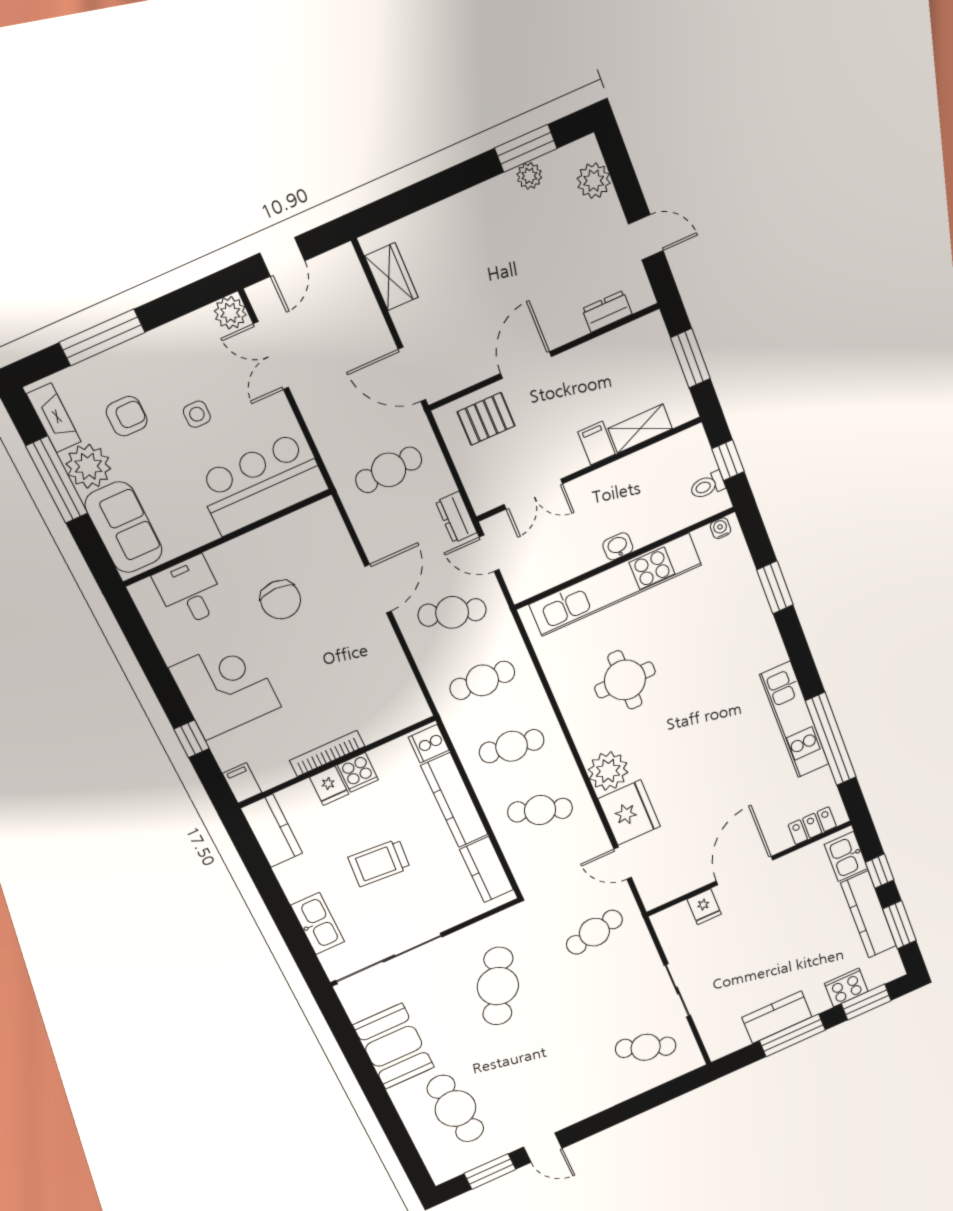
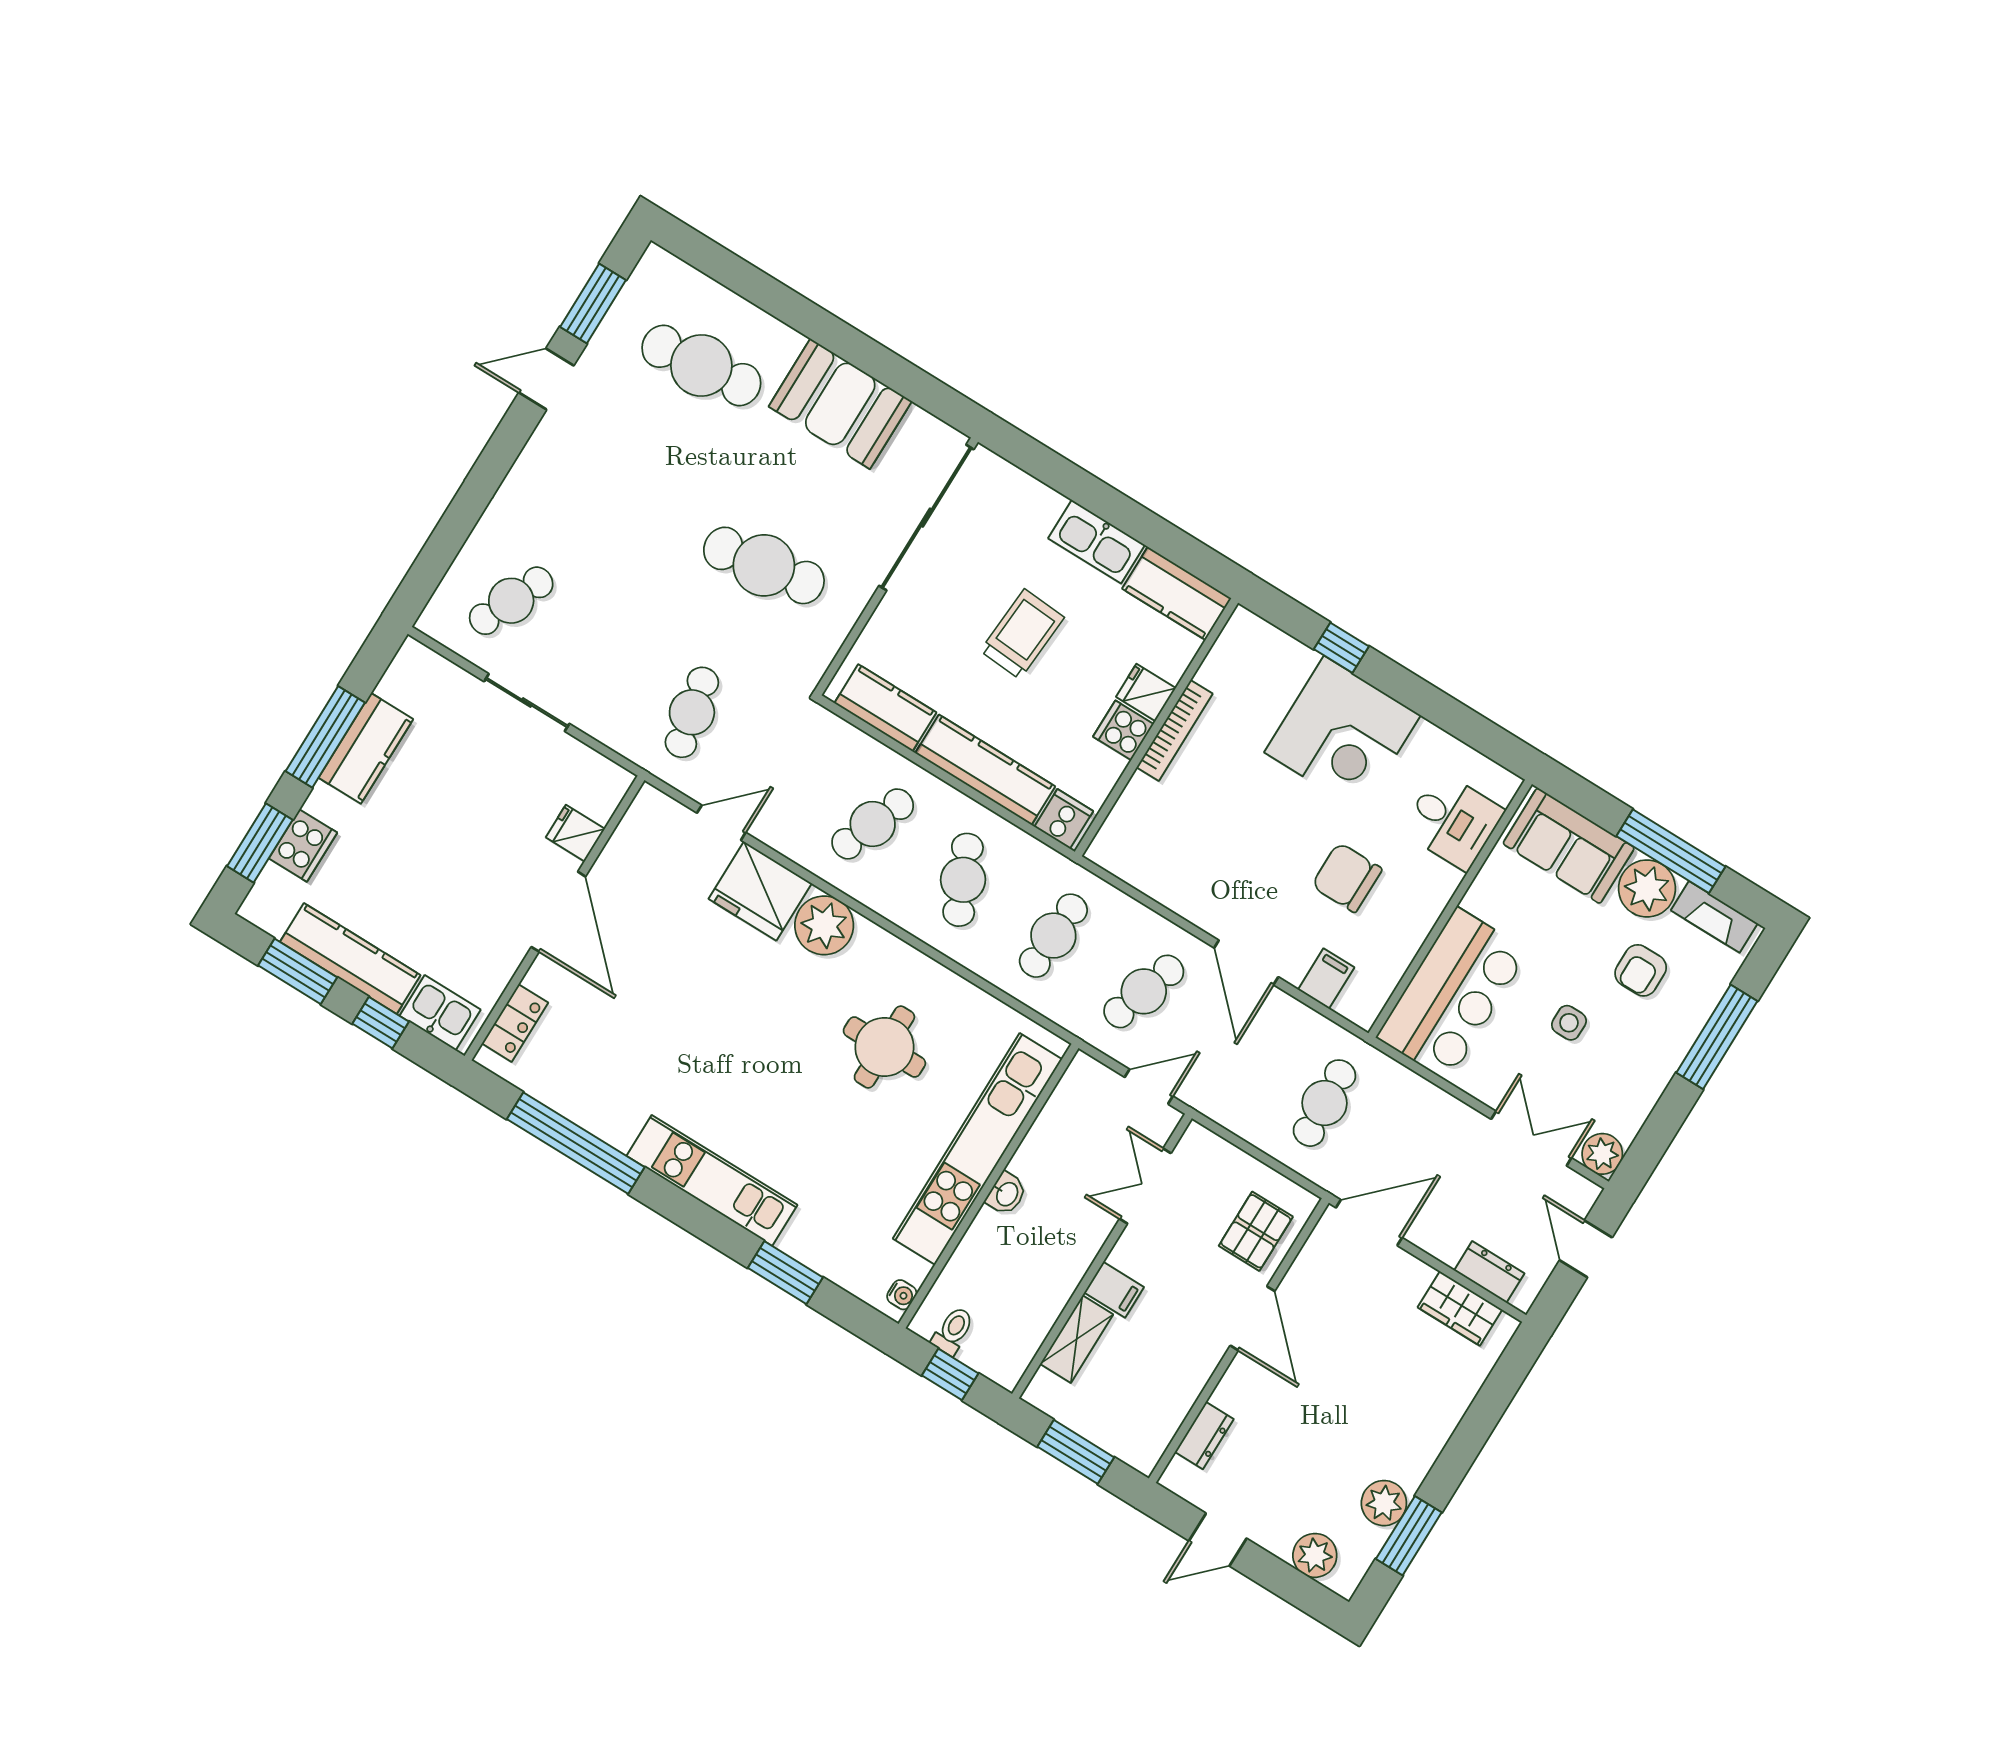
plant: (529, 176) -> (1384, 1503), width x1.38, depth x1.38
dresser: (456, 517) -> (1489, 1272), moved
kitchen unit: (794, 720) -> (712, 1180), moved
cafe table: (512, 746) -> (963, 880), turned -33
filing cabinet: (242, 783) -> (1326, 979), moved, turned -90
kitchen sink: (318, 923) -> (1097, 542), moved
cafe table: (498, 986) -> (764, 565), turned -33

